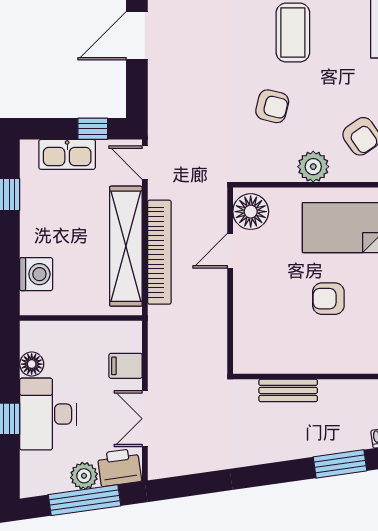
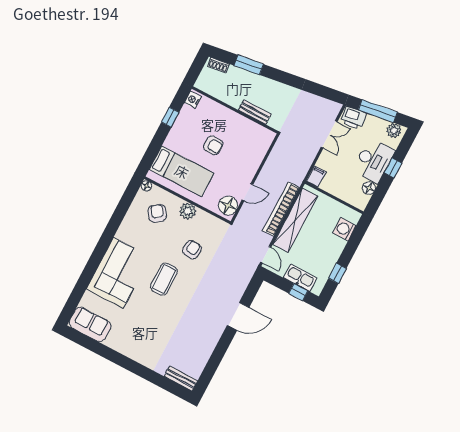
armchair: (272, 106) -> (192, 250), turned 82
window: (93, 129) -> (298, 292), moved
filing cabinet: (126, 366) -> (316, 176), moved, turned -90
plant: (84, 476) -> (394, 131), moved

